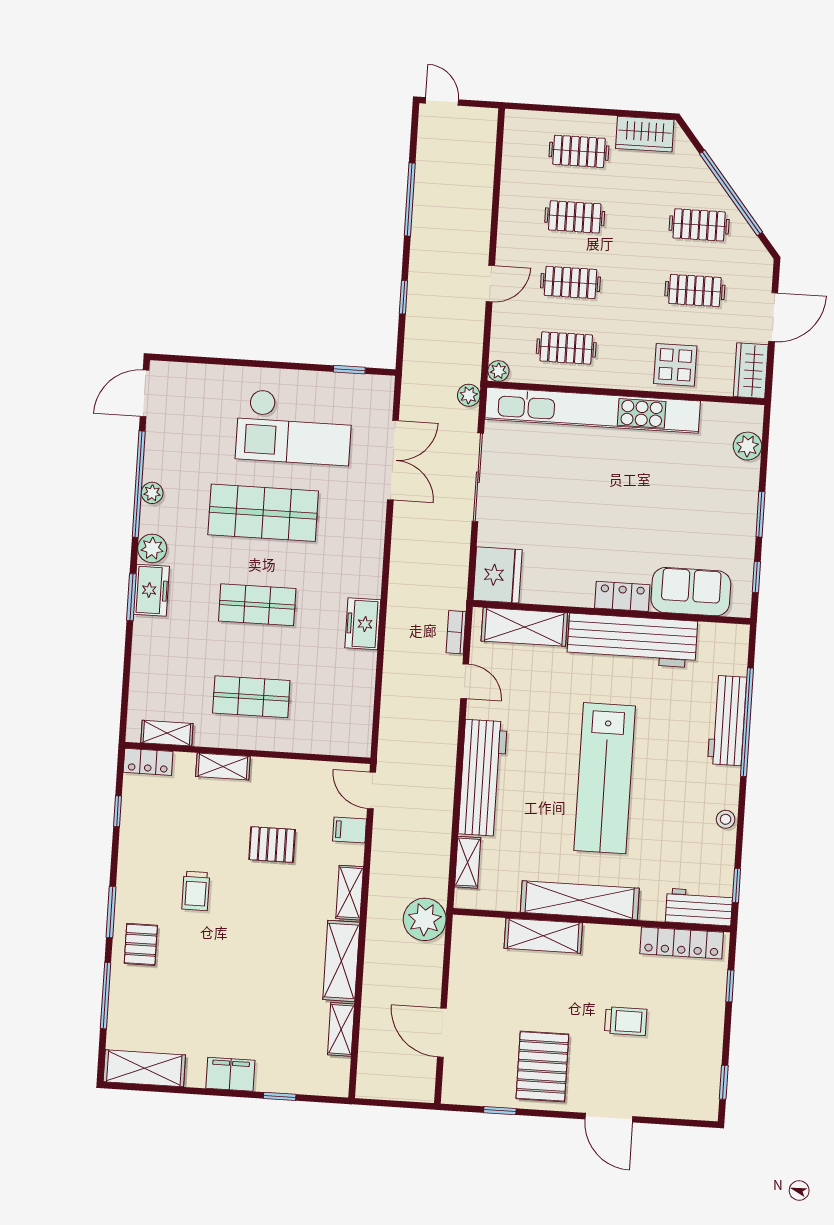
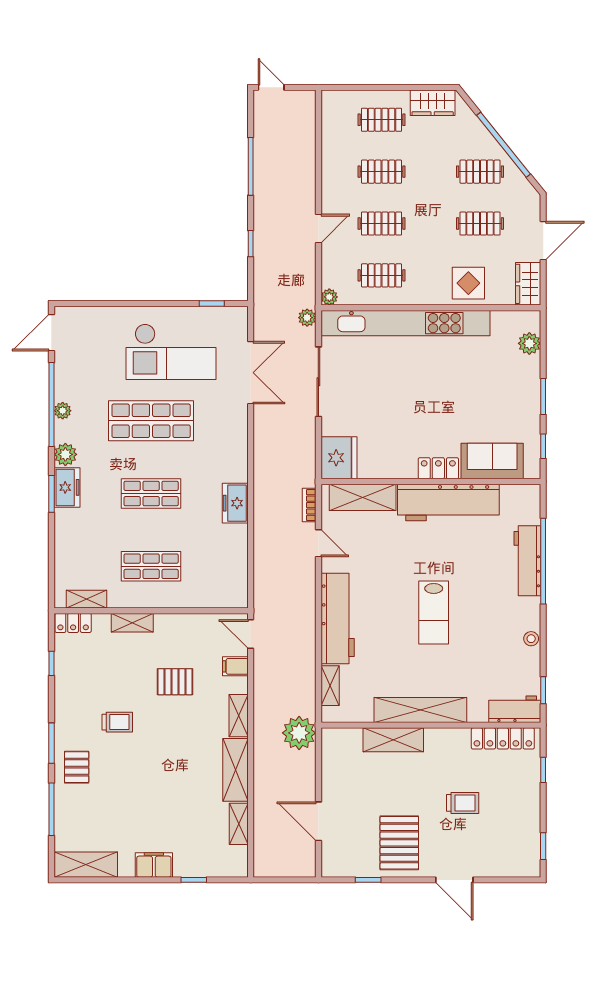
lab bench: (605, 778) -> (434, 612), width x0.54, depth x0.72
trolley: (196, 891) -> (117, 722), turned -90

